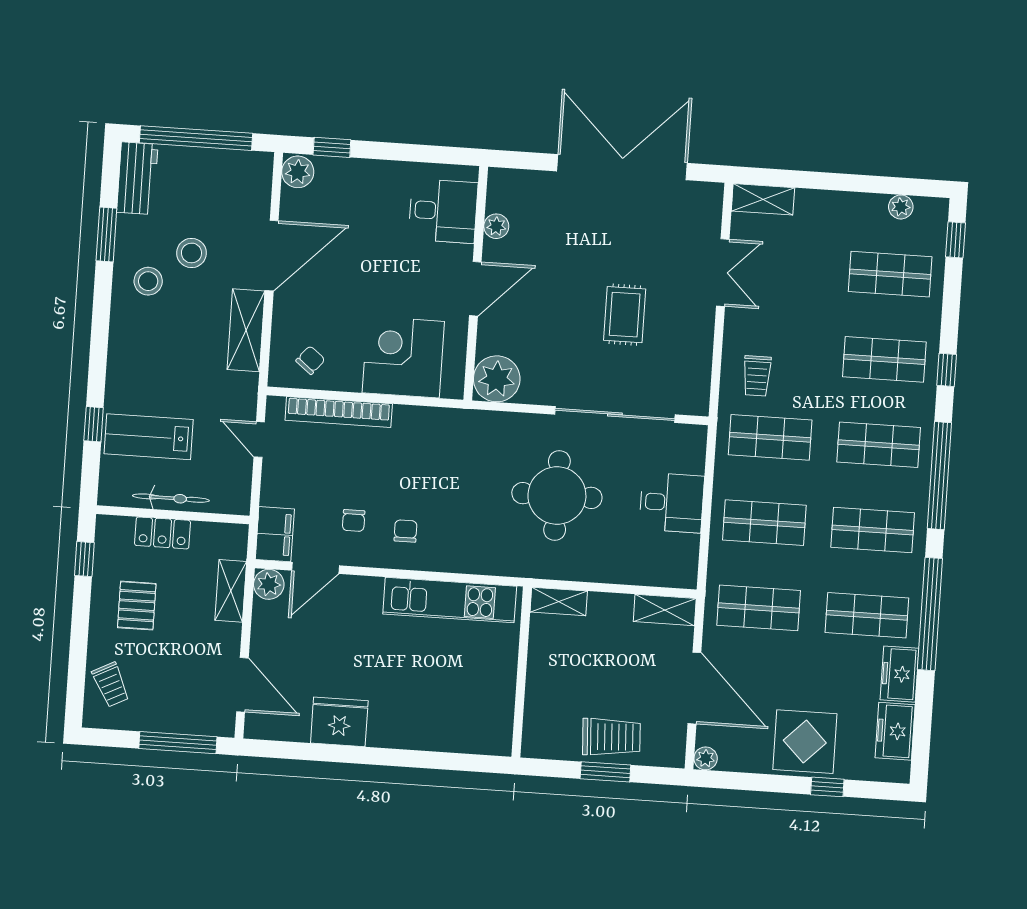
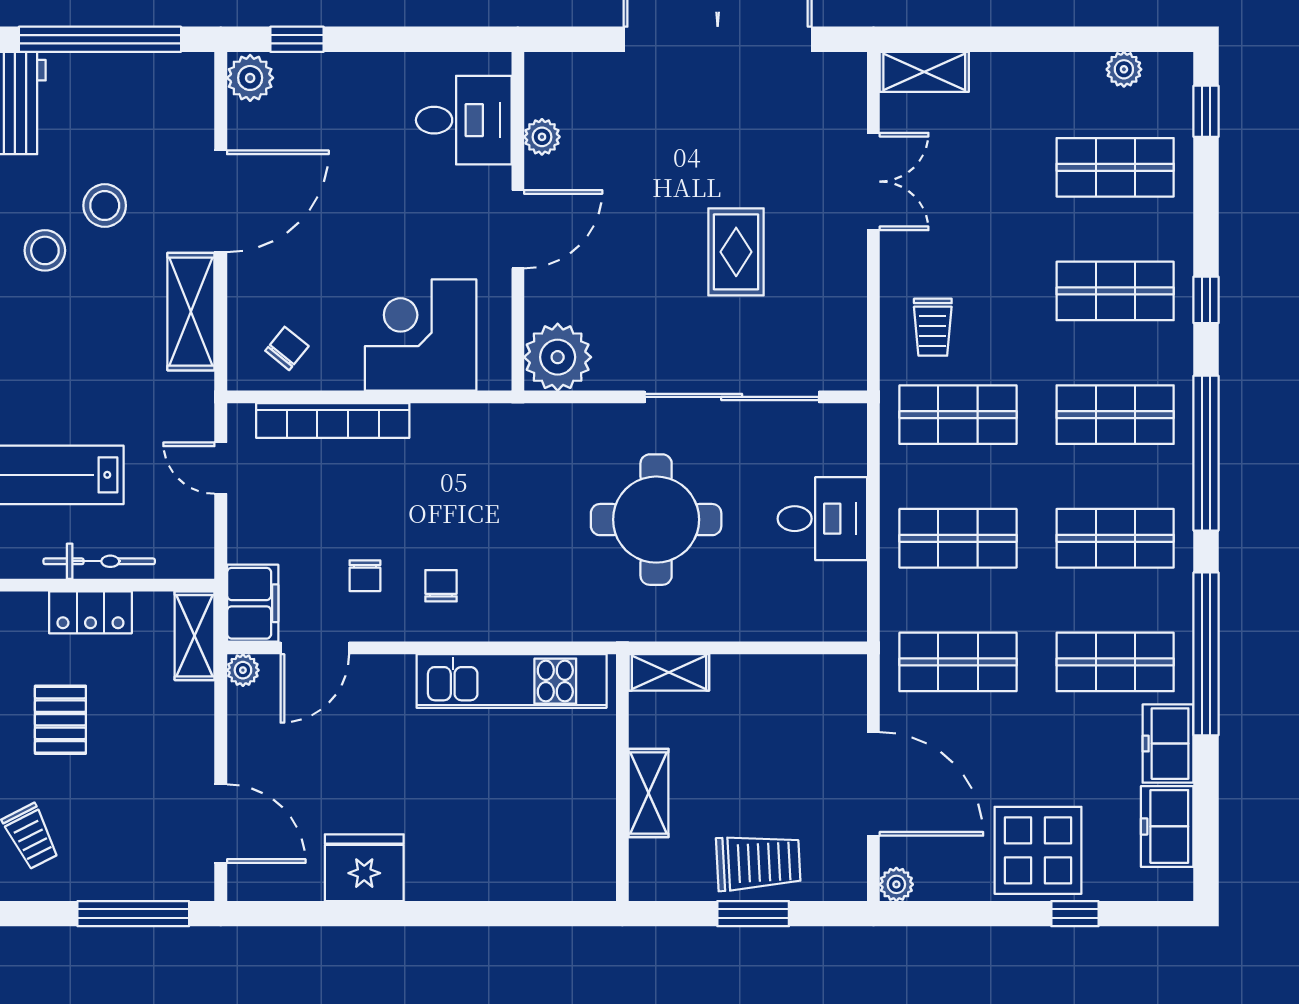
plant: (269, 584) -> (243, 670), width x0.73, depth x0.73
shelving: (231, 591) -> (195, 636), moved
shelving: (665, 610) -> (649, 793), moved, turned 90

